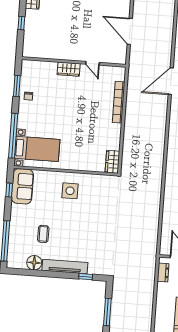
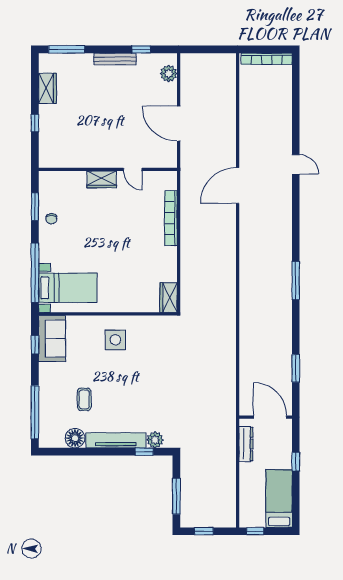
plant: (94, 268) -> (155, 440), added
dresser: (163, 272) -> (246, 444), width x1.44

